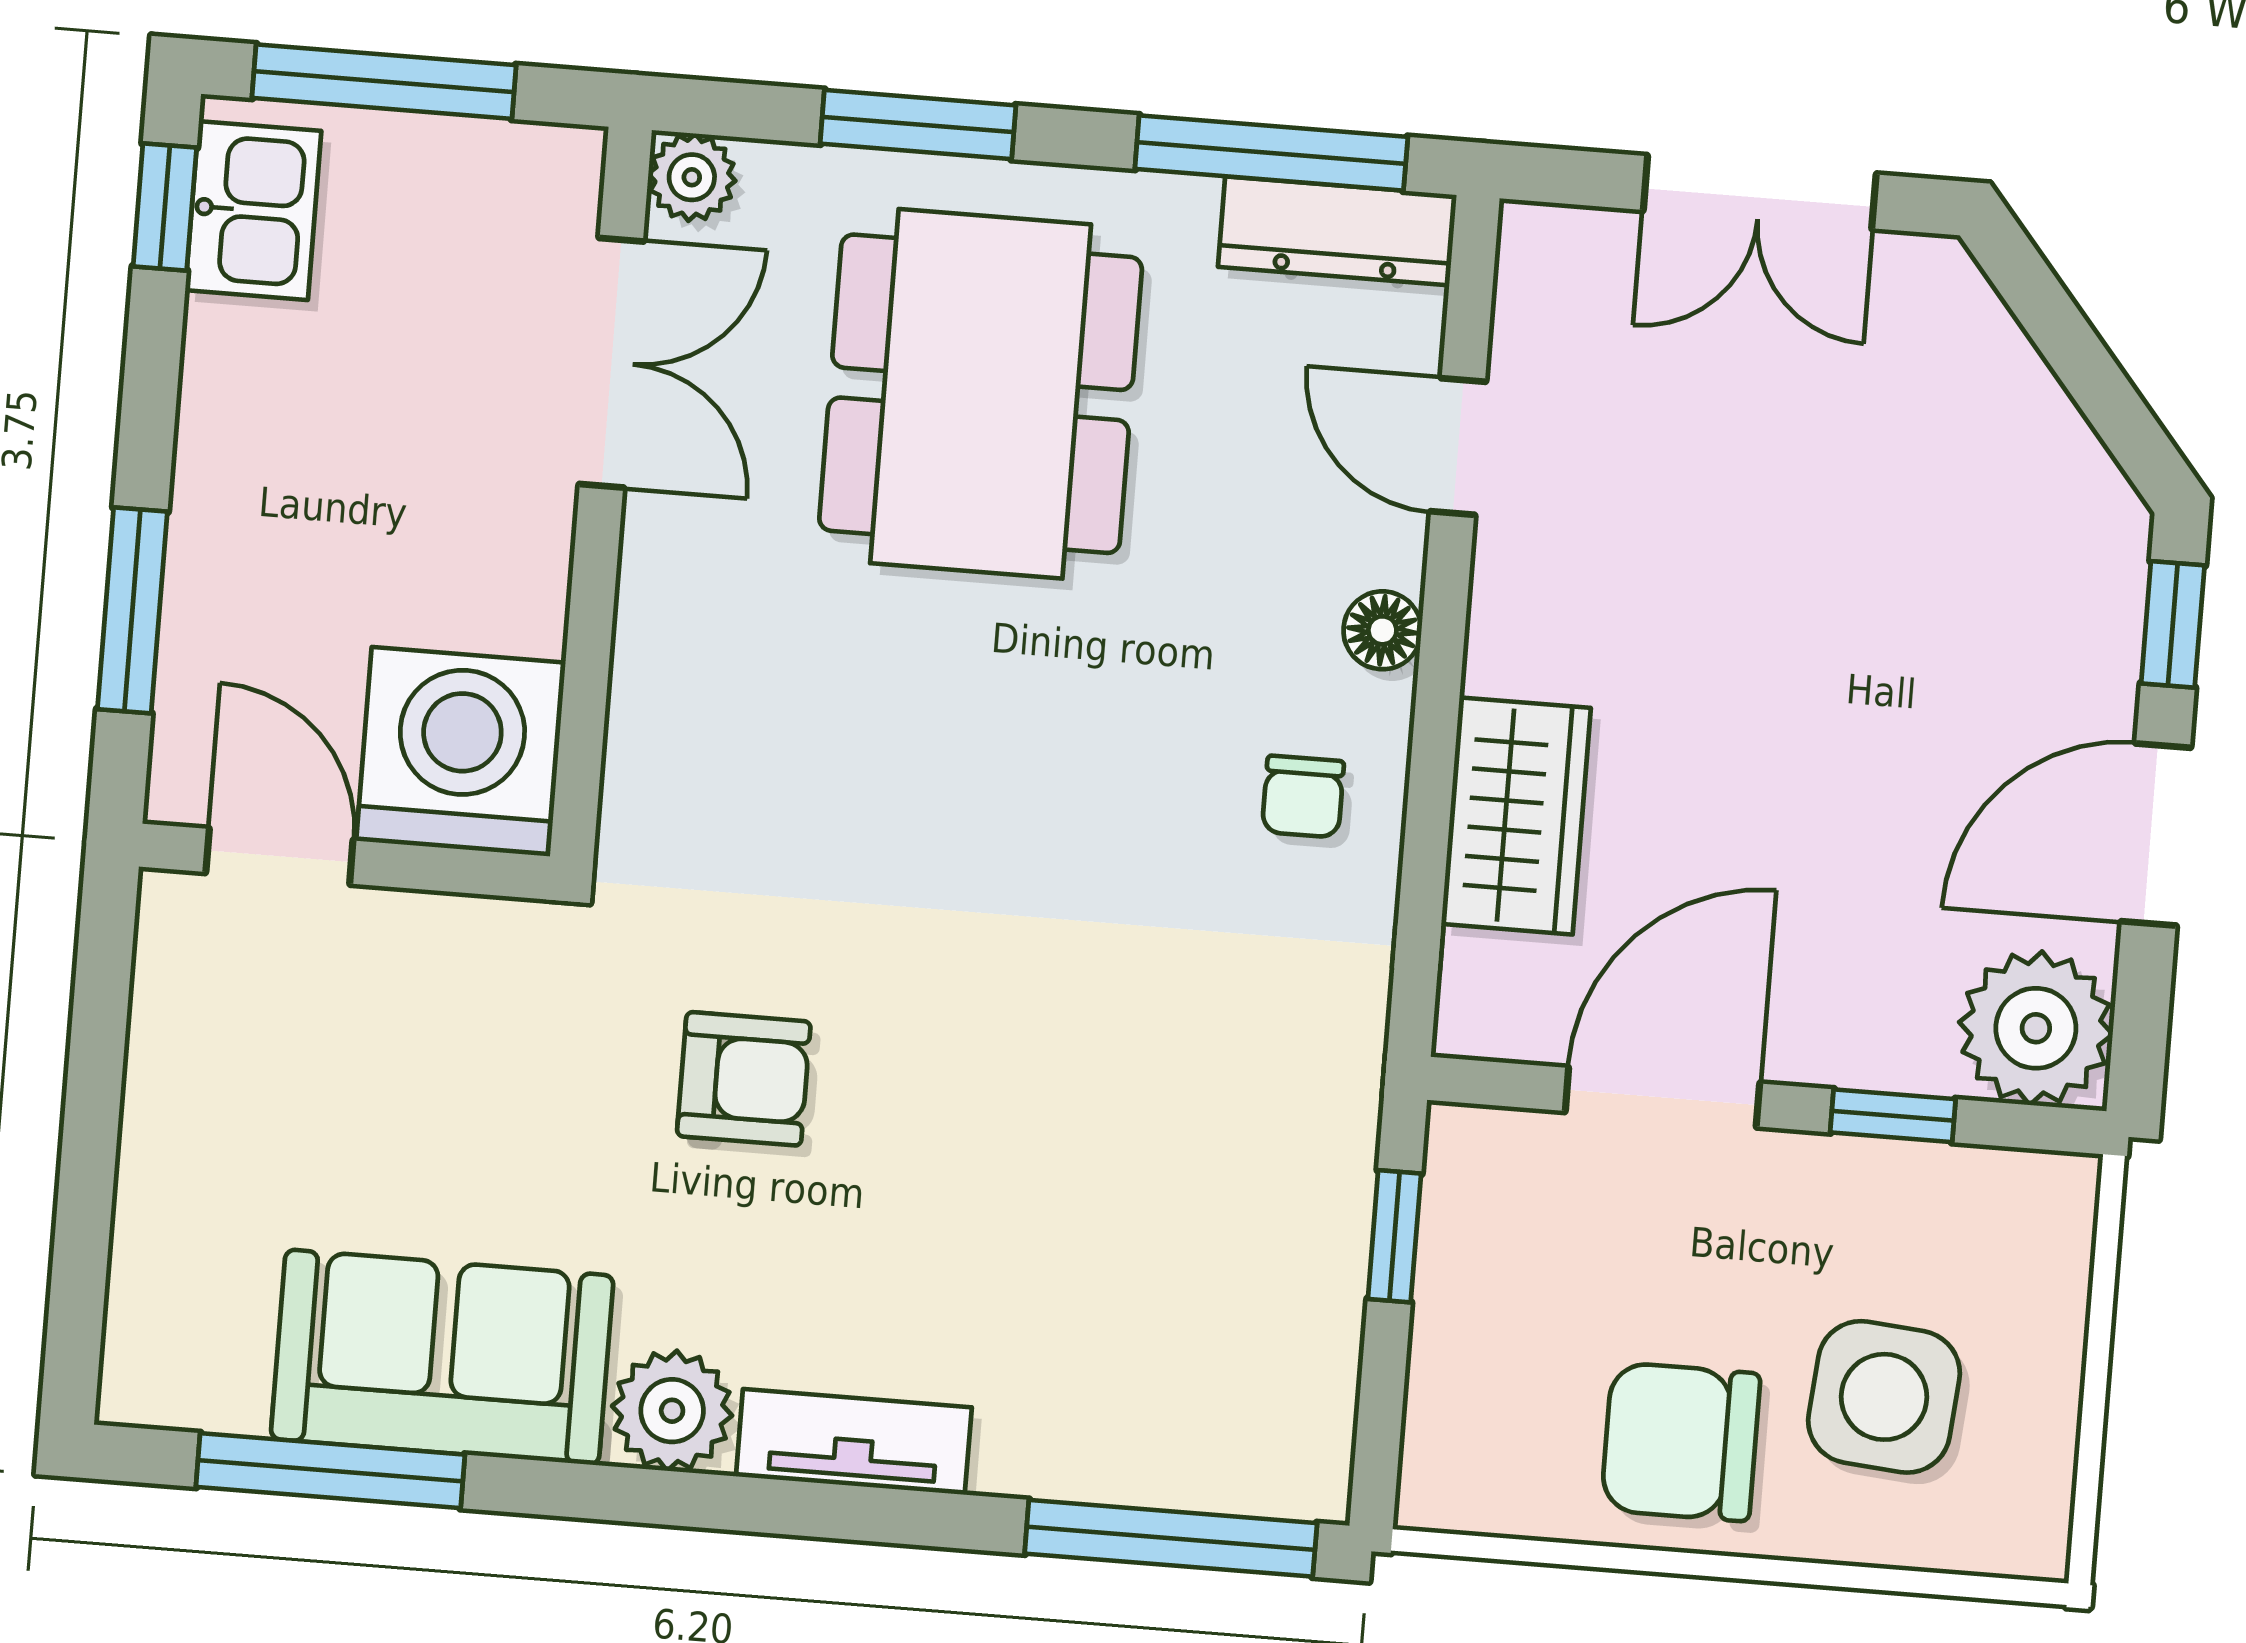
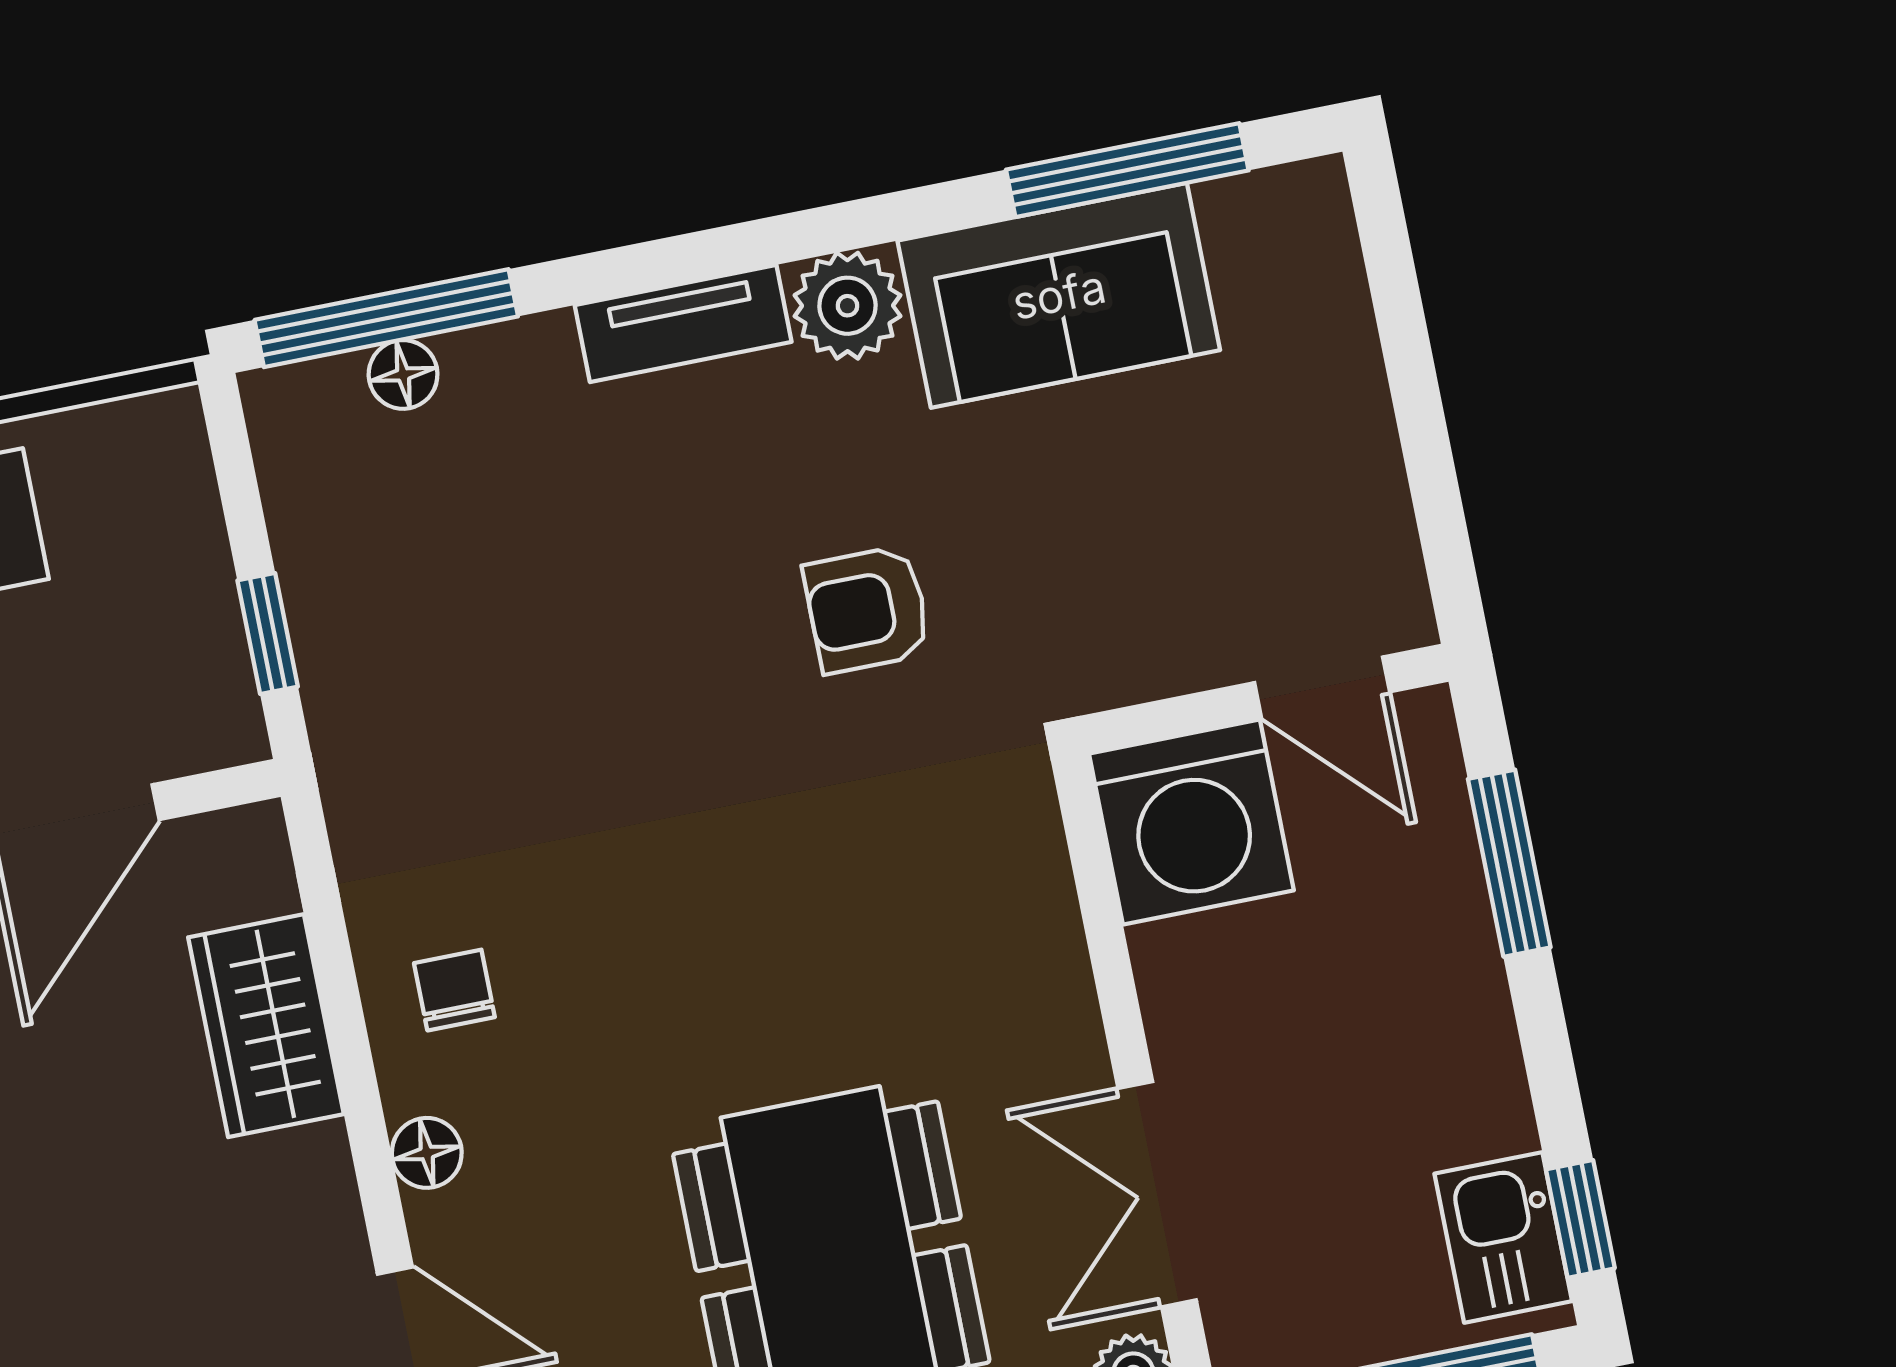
floor lamp: (1170, 1473) -> (403, 374), added

